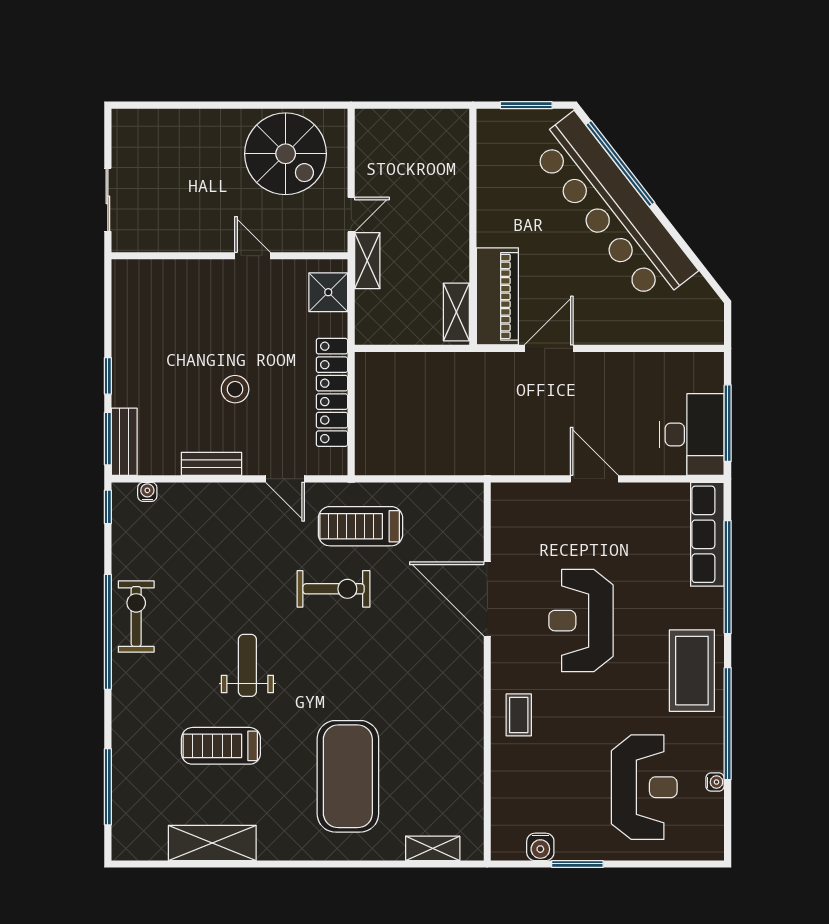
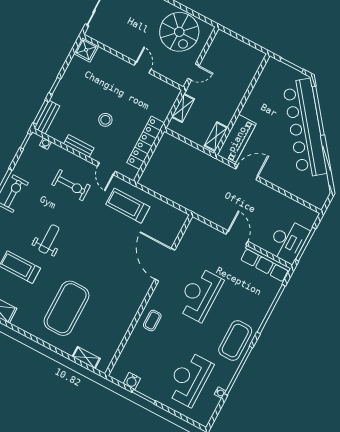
shelving: (367, 261) -> (183, 108), moved
shower: (328, 292) -> (86, 50), moved
row of seats: (707, 534) -> (265, 264), moved, turned -90
exercise bike: (334, 589) -> (71, 185), moved
reception desk: (644, 787) -> (189, 379), turned 180

